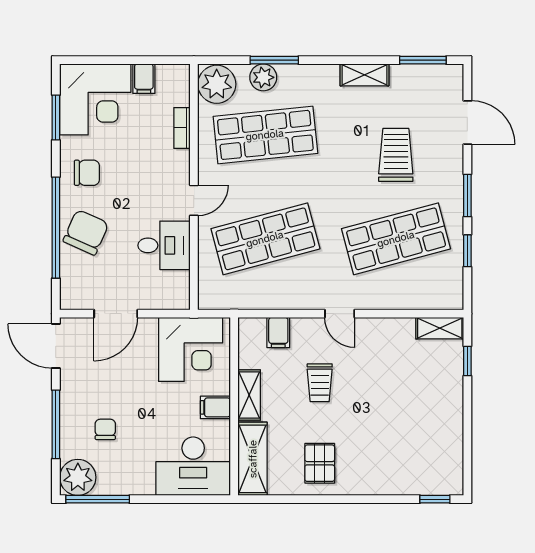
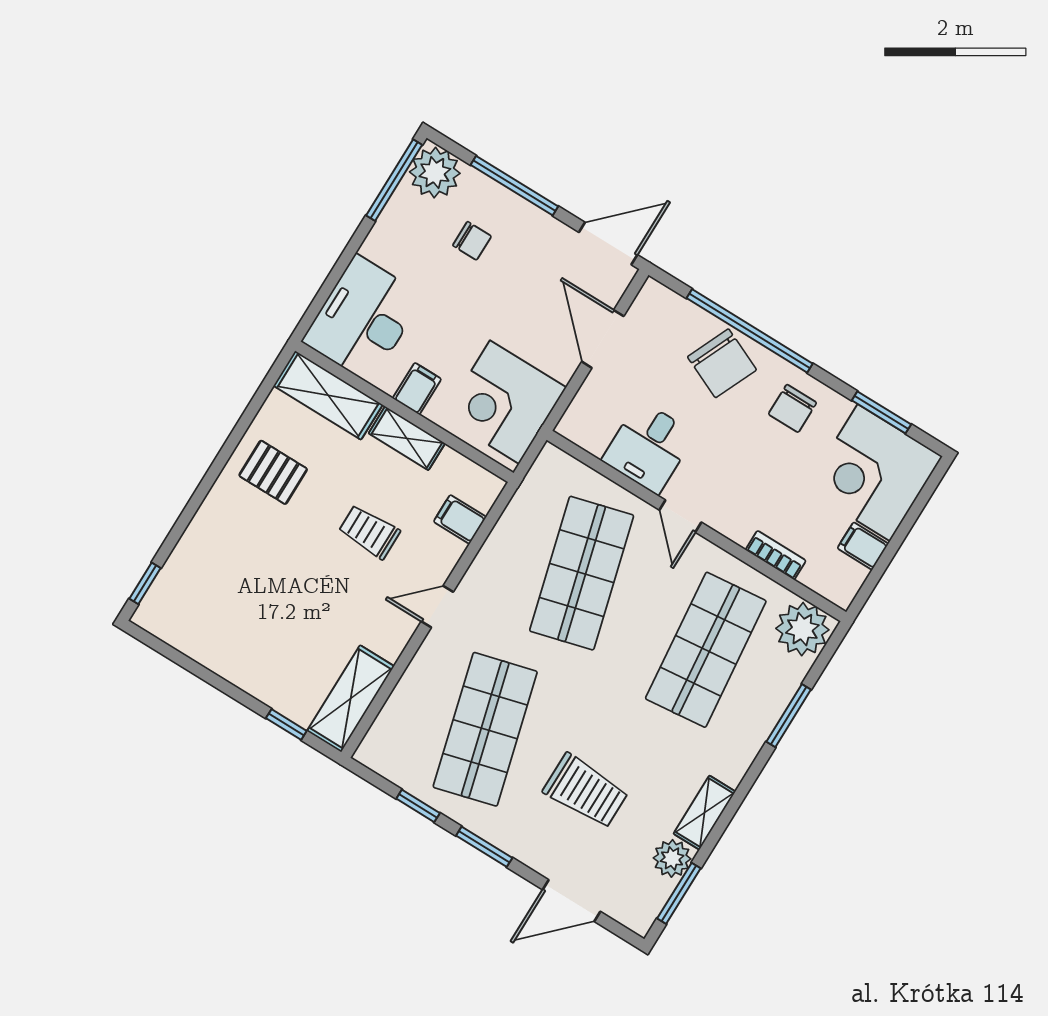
plant: (263, 77) -> (672, 858), moved
shelving: (440, 328) -> (351, 699), width x1.50, depth x1.33

